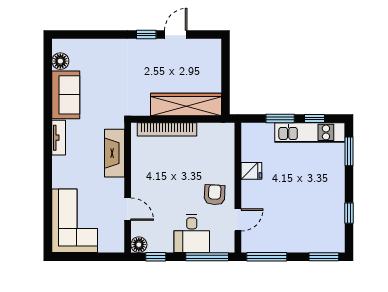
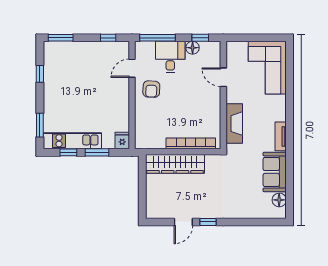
fridge: (251, 171) -> (122, 141), moved, turned 90
floor lamp: (139, 245) -> (193, 48), moved
window: (267, 257) -> (108, 38), width x0.46

